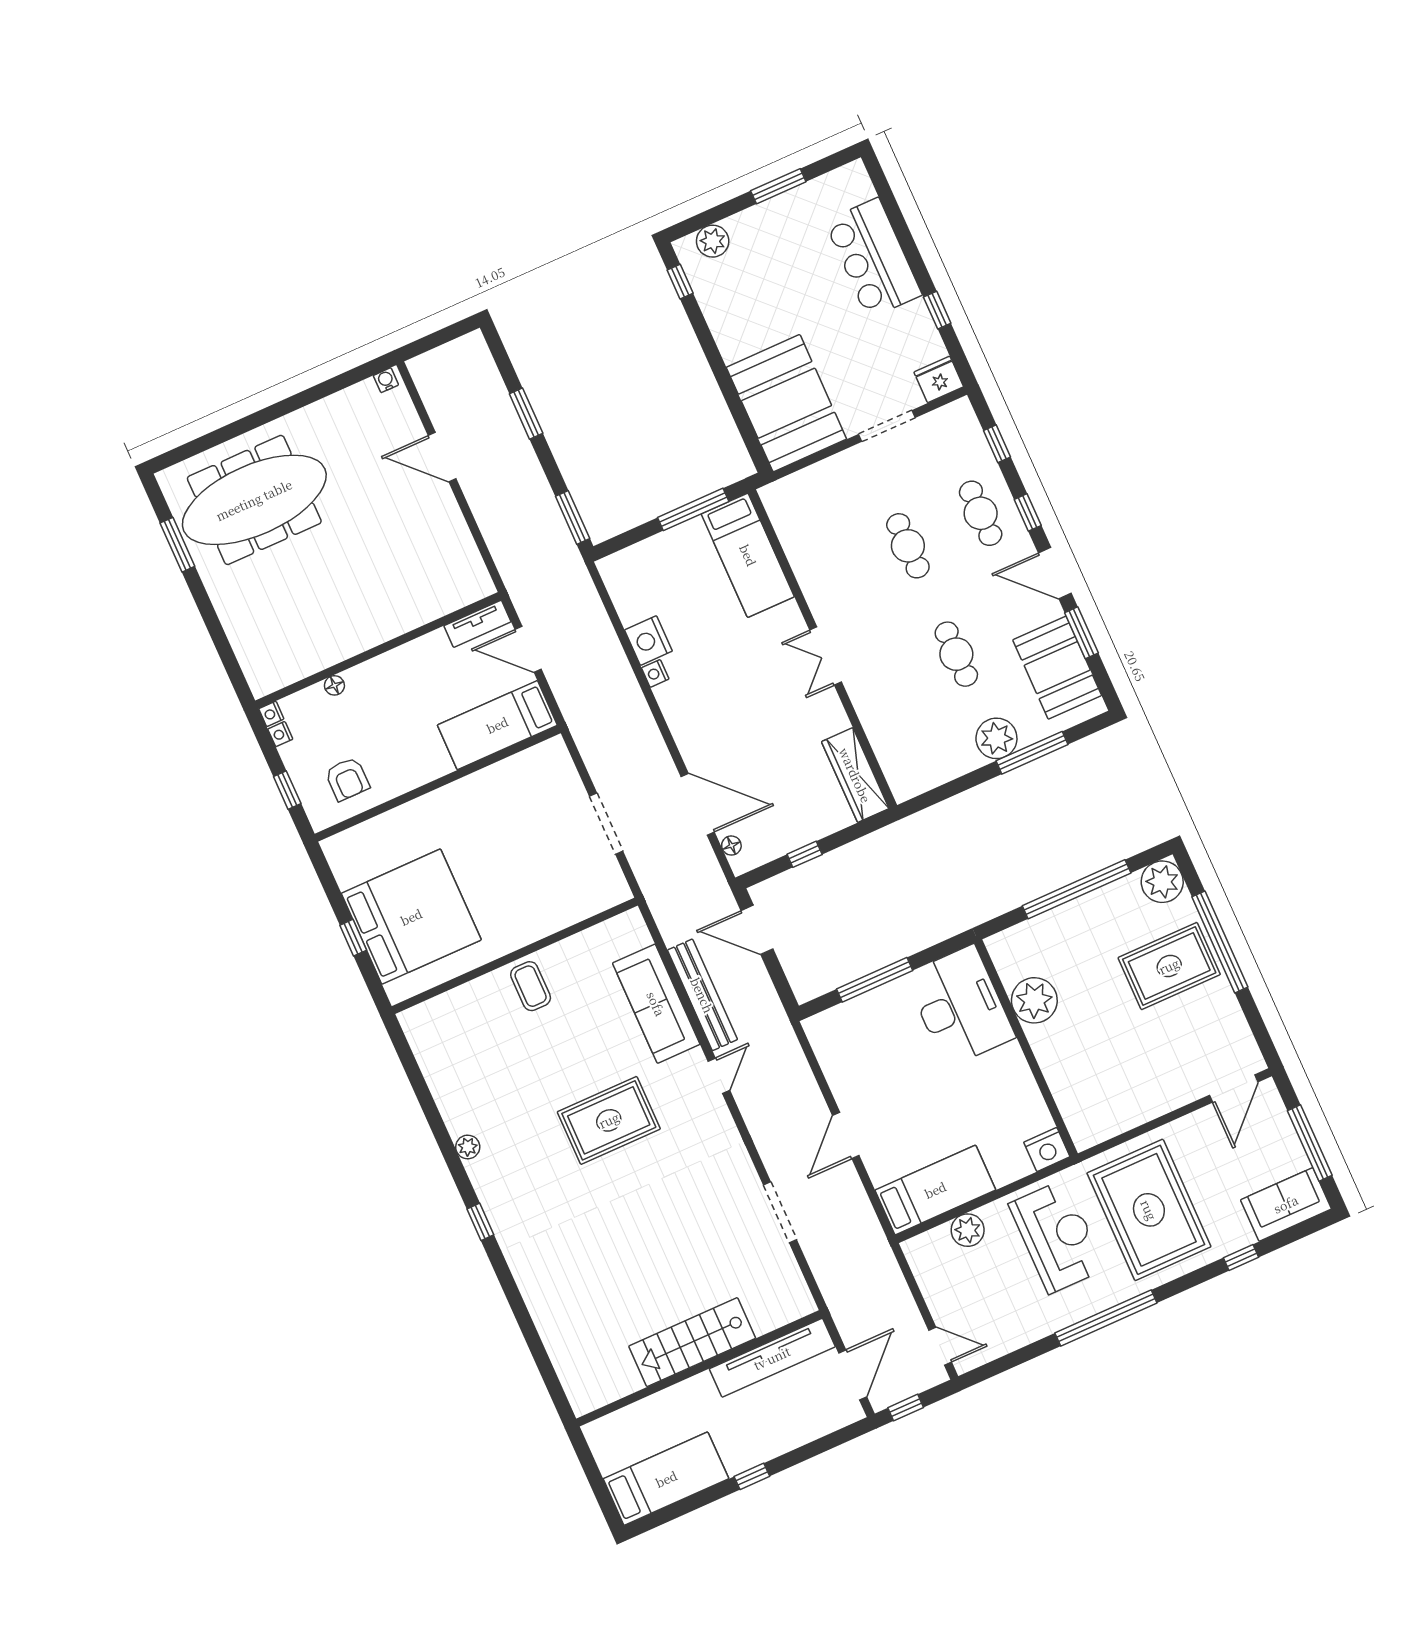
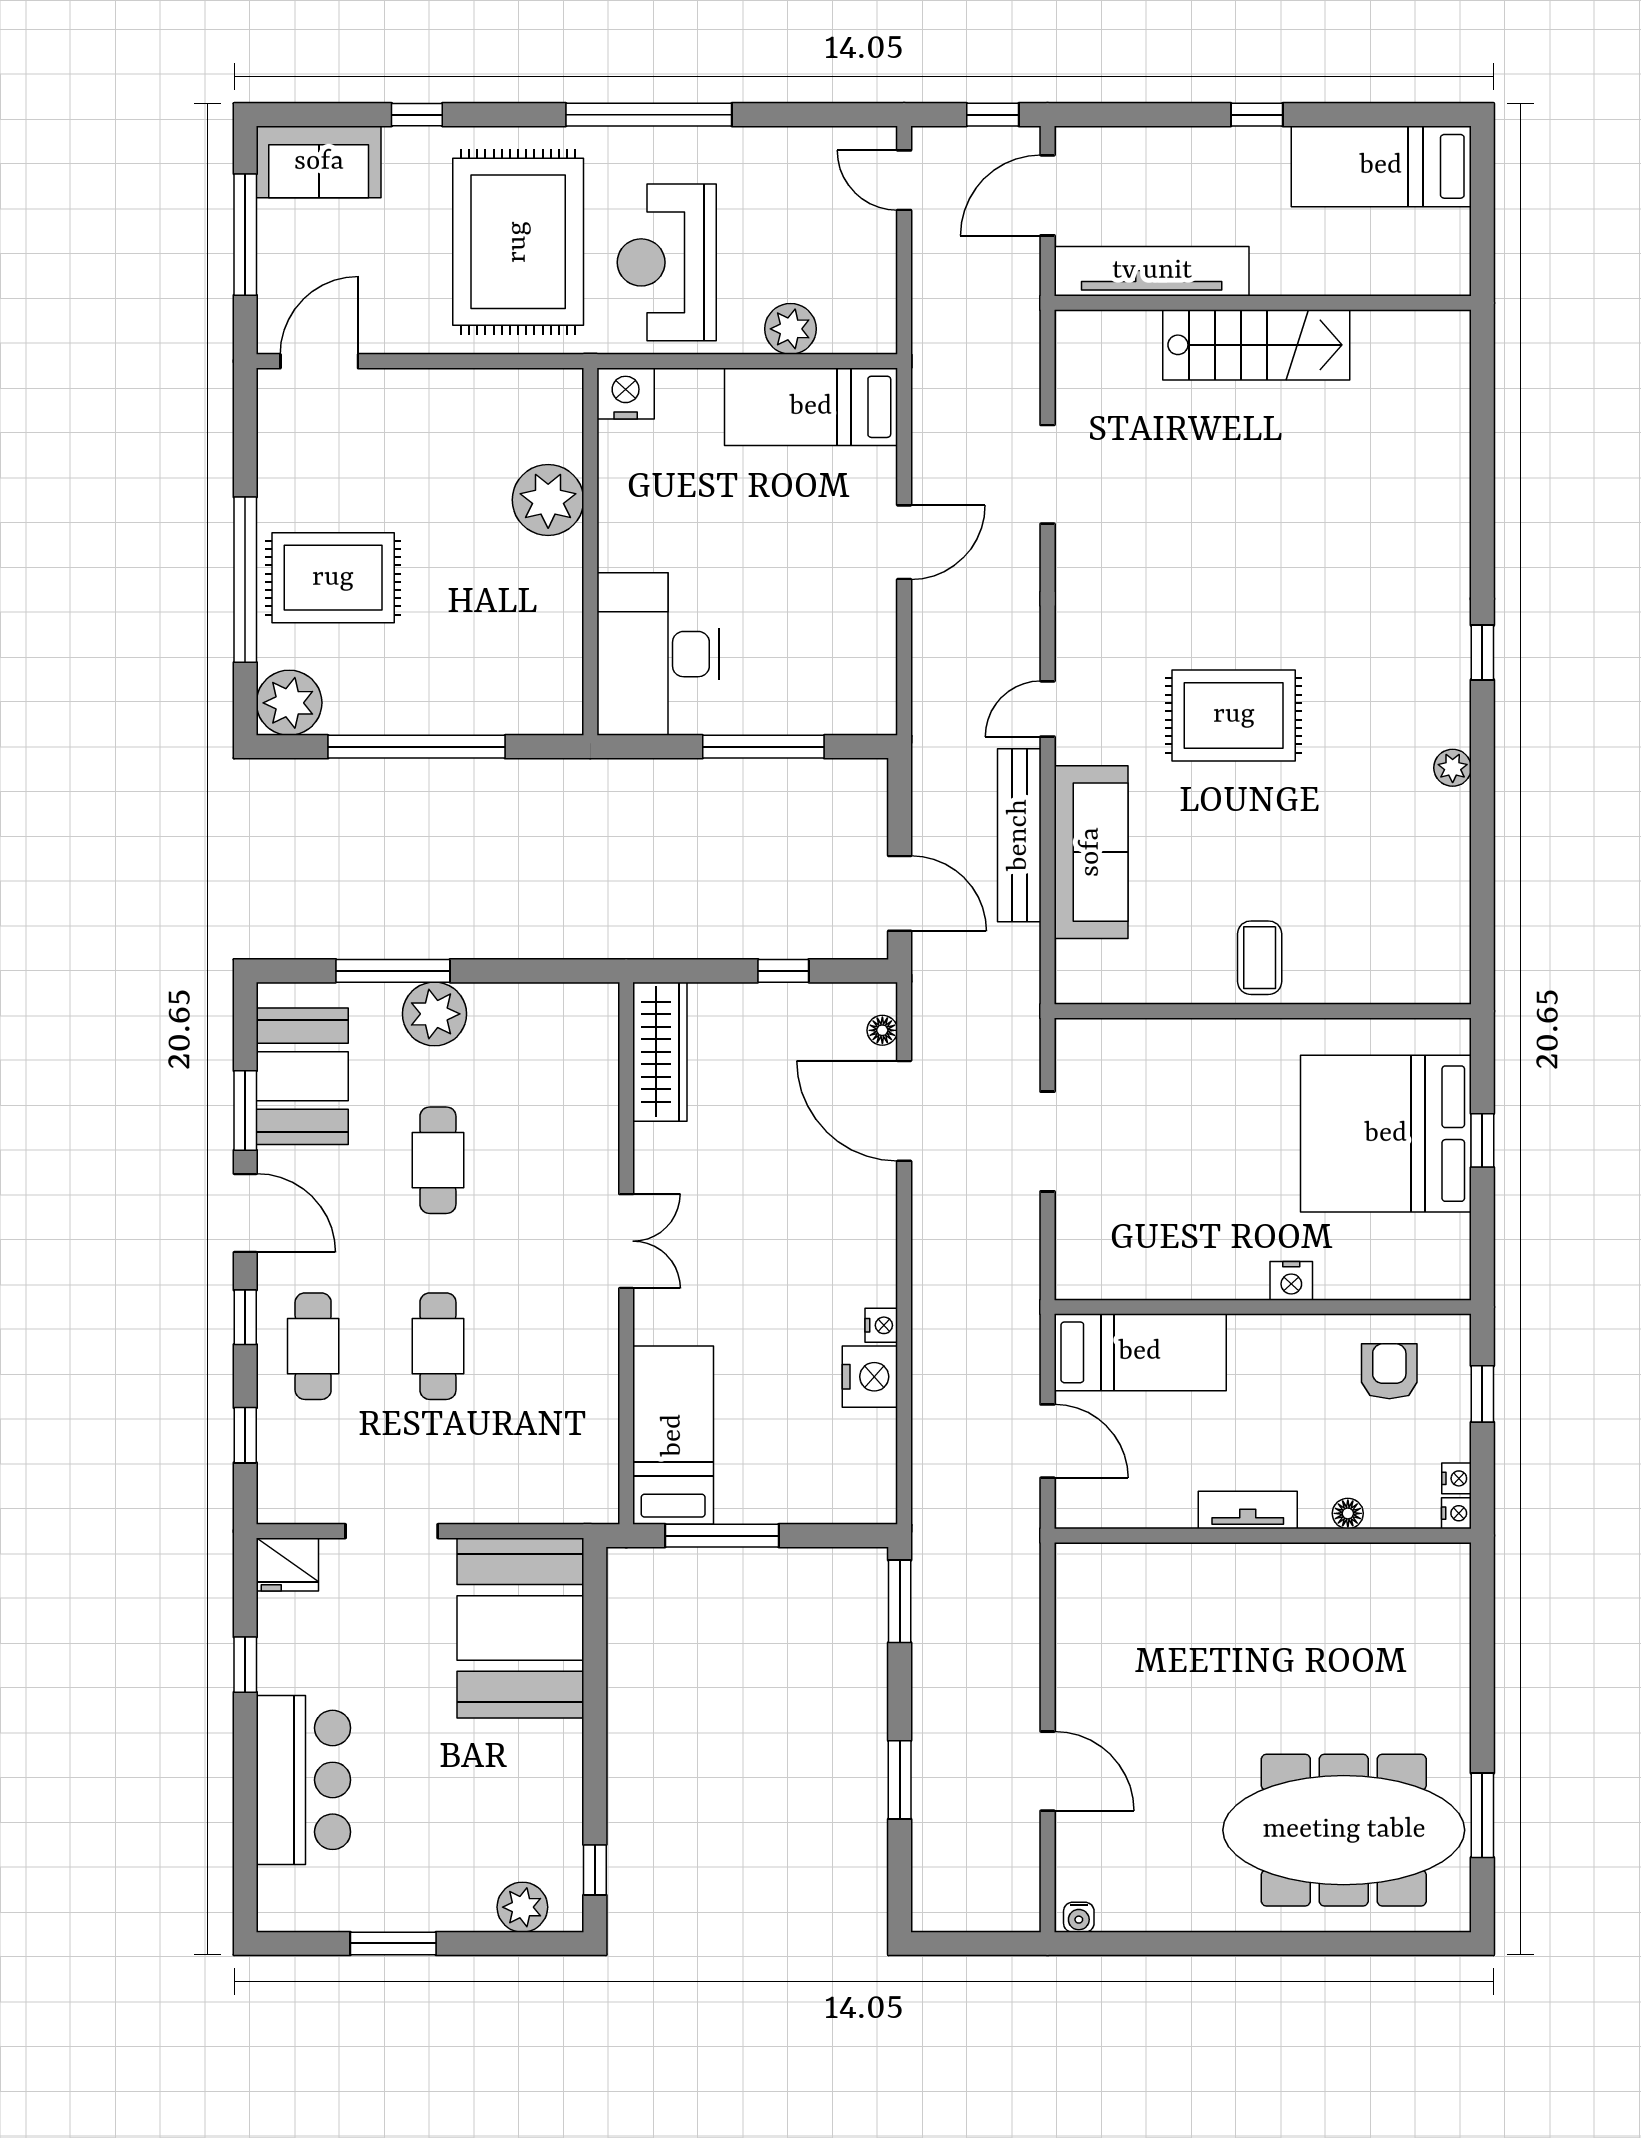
tv unit: (477, 624) -> (1248, 1510), moved
nightstand: (428, 806) -> (1291, 1281), added
plant: (1034, 1000) -> (548, 500), moved

